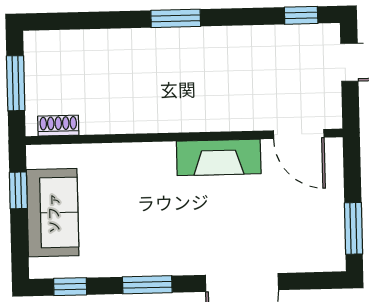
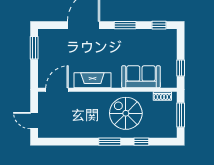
window: (301, 15) -> (141, 142), moved
spiral stairs: (141, 84) -> (126, 113), added
door: (299, 134) -> (57, 90), hinge flipped
sofa: (53, 213) -> (141, 77), moved, turned 90

